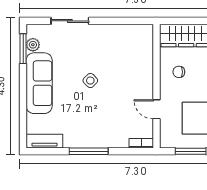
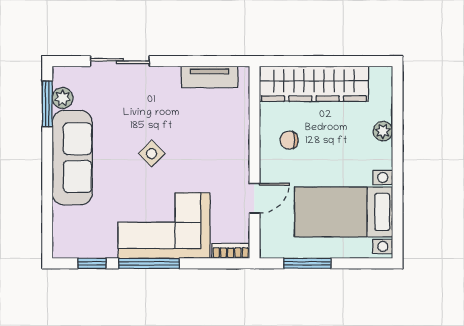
door: (157, 109) -> (254, 198), swing flipped
corner sofa: (98, 127) -> (164, 226), added
tv unit: (44, 141) -> (210, 77), moved, turned 180
window: (52, 151) -> (92, 263), added

